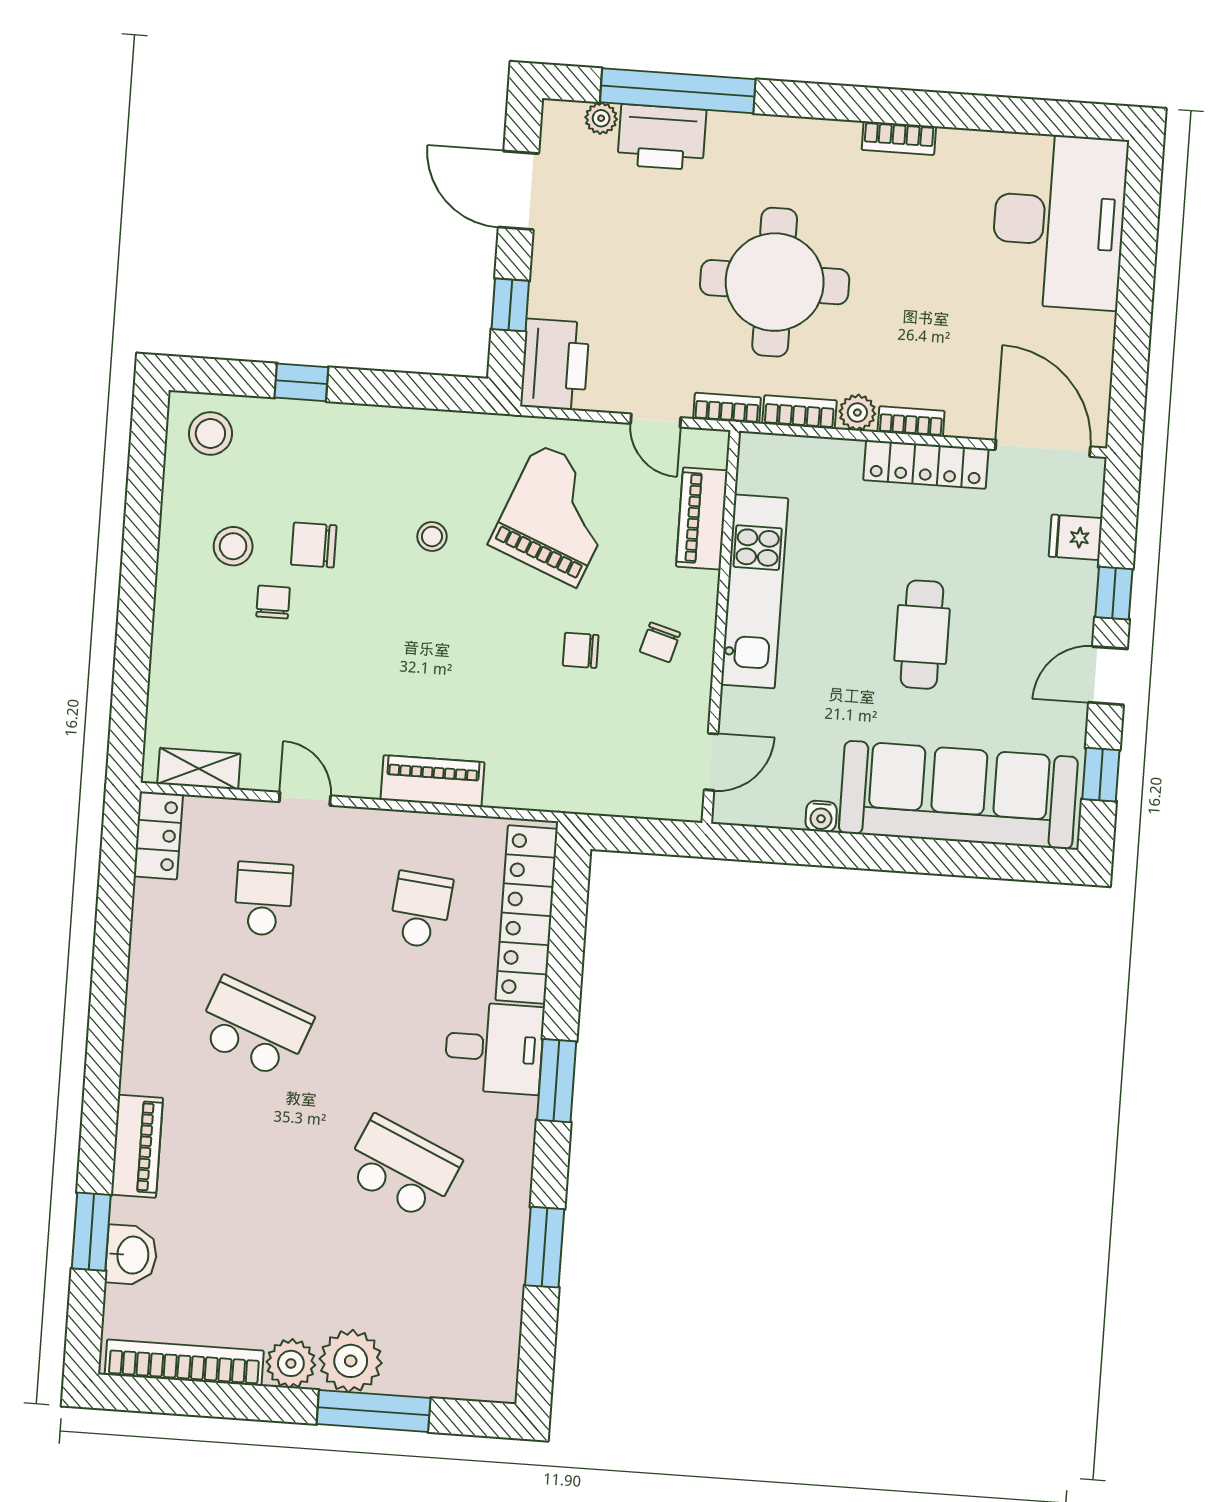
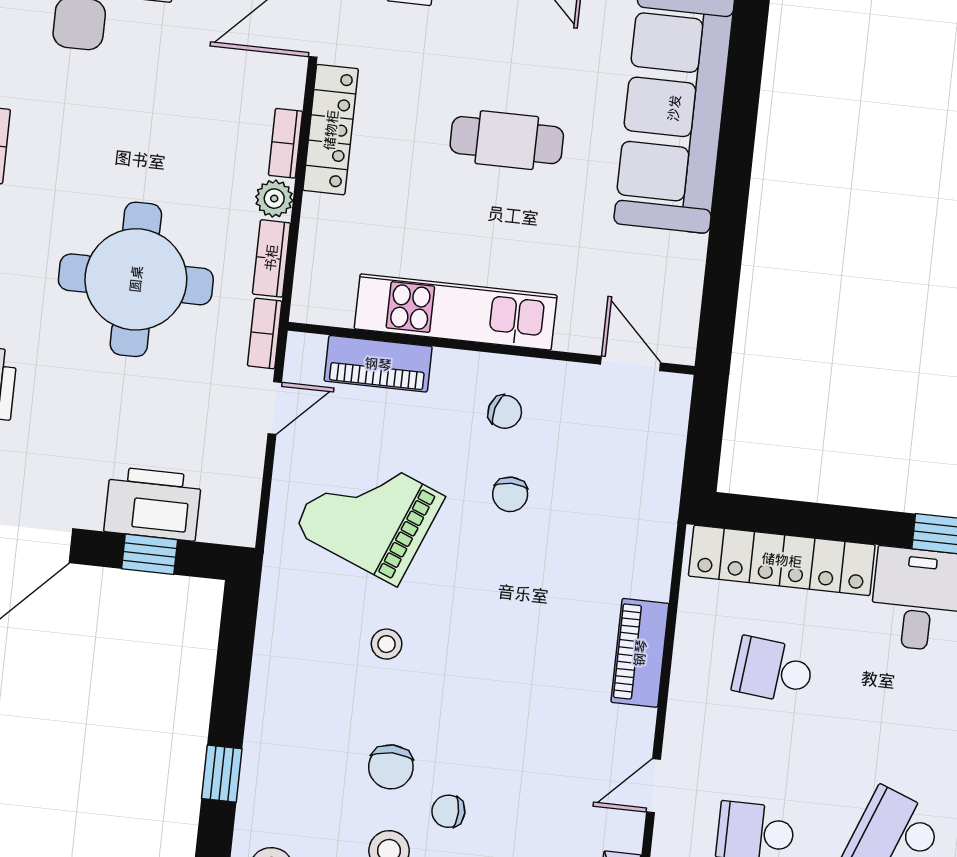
printer: (555, 365) -> (153, 504), moved
water cooler: (821, 816) -> (691, 251), removed

